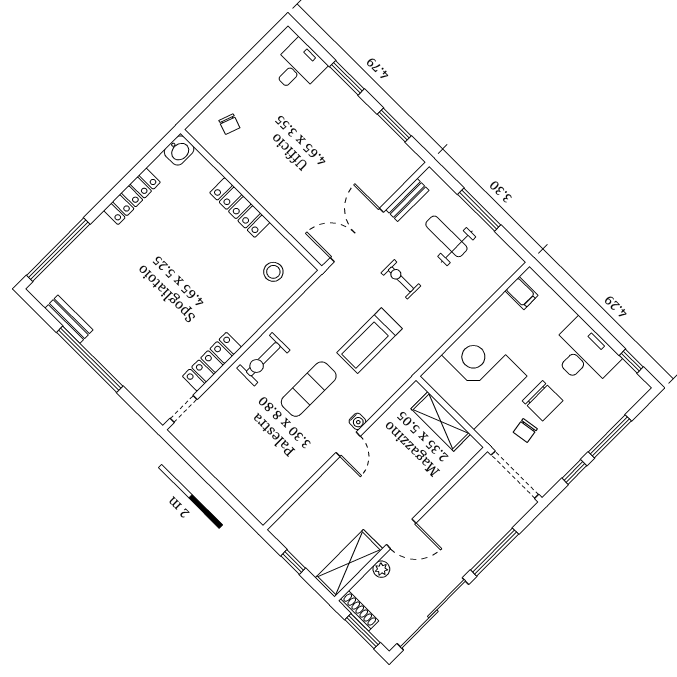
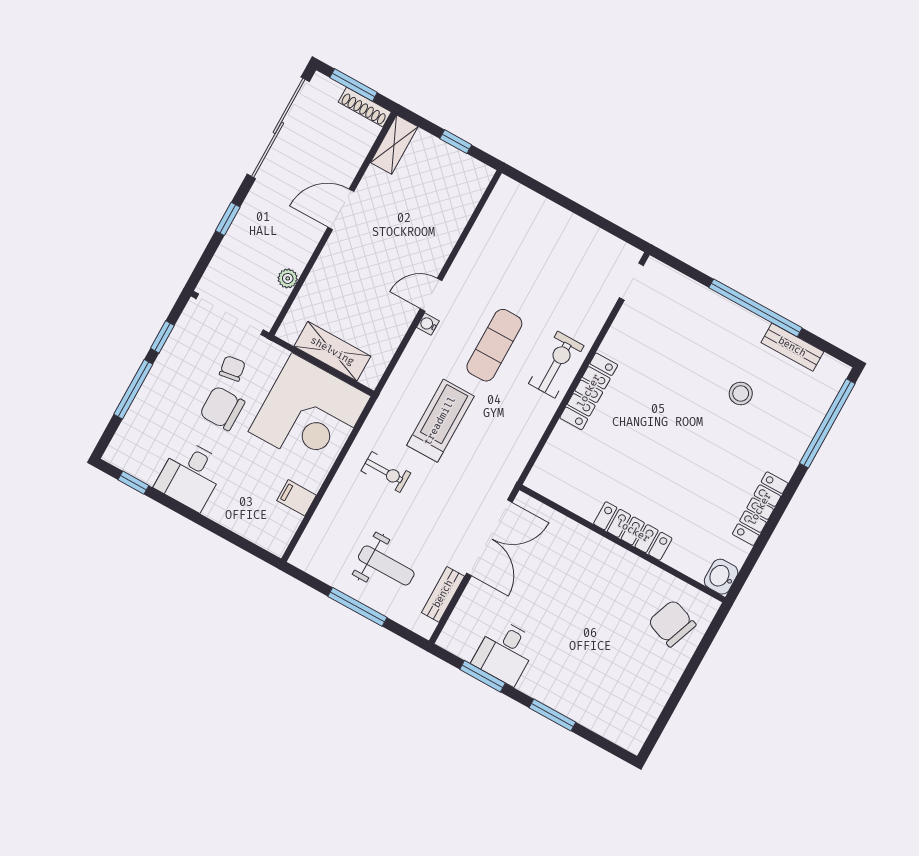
desk: (298, 67) -> (505, 652), moved
chair: (229, 124) -> (672, 623), width x1.87, depth x1.87
stool: (273, 272) -> (741, 393), moved
exercise bike: (401, 279) -> (386, 472), moved
filing cabinet: (521, 293) -> (297, 498), moved
desk: (584, 354) -> (190, 475), width x0.73
locker: (212, 362) -> (589, 391), moved
door: (348, 444) -> (431, 295), hinge flipped
window: (495, 552) -> (228, 219), width x0.46
shelving: (349, 563) -> (394, 145), width x0.67, depth x0.75
plant: (381, 569) -> (288, 278), moved

